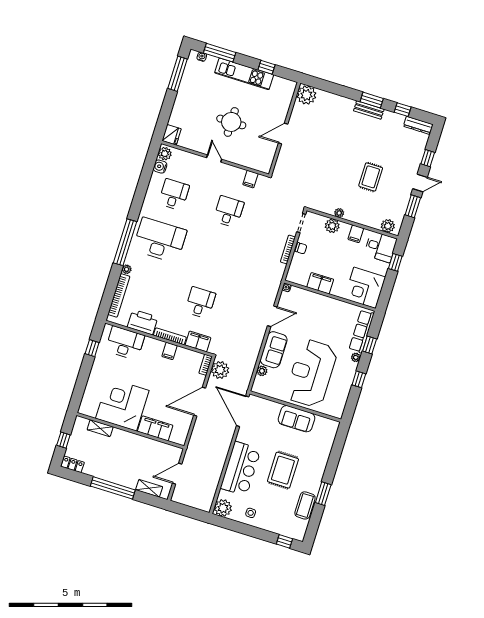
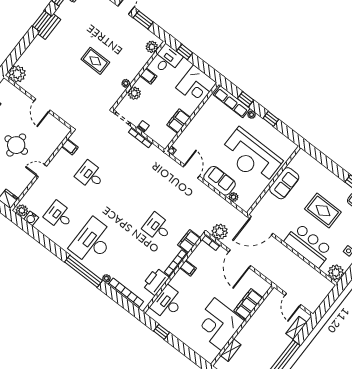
rug: (371, 177) -> (95, 61), moved

